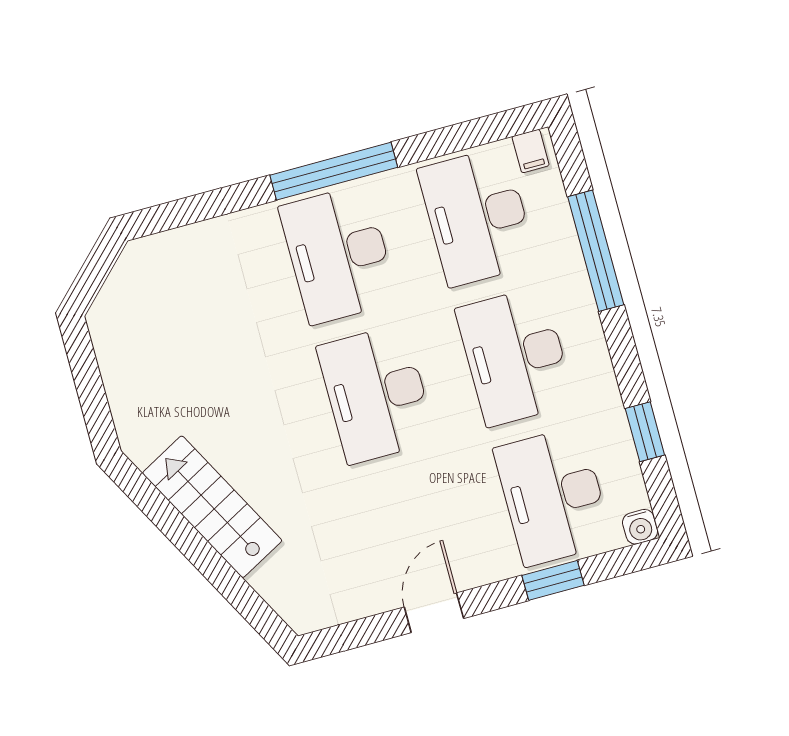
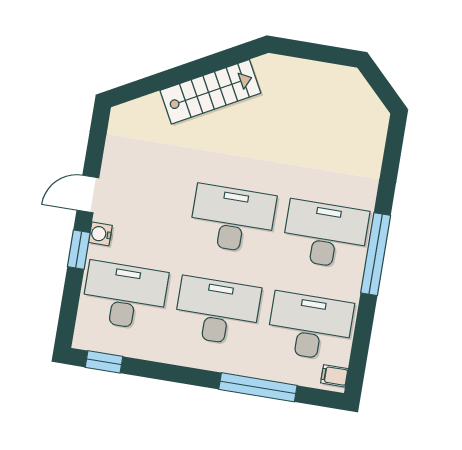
window: (645, 432) -> (104, 362), moved
water cooler: (640, 527) -> (100, 234), moved
window: (553, 580) -> (79, 250), moved
door: (434, 613) -> (88, 194), swing flipped

